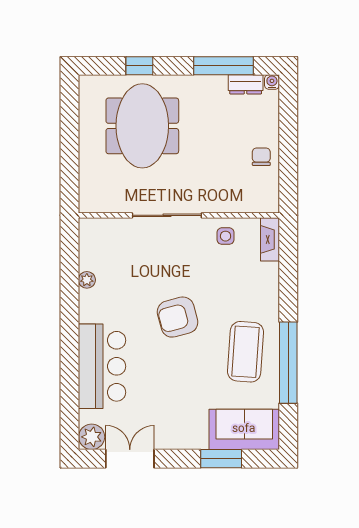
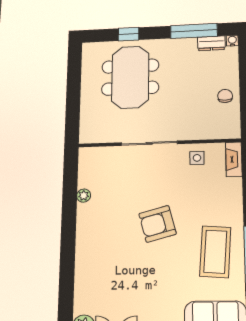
bar counter: (102, 366) -> (94, 266), removed

